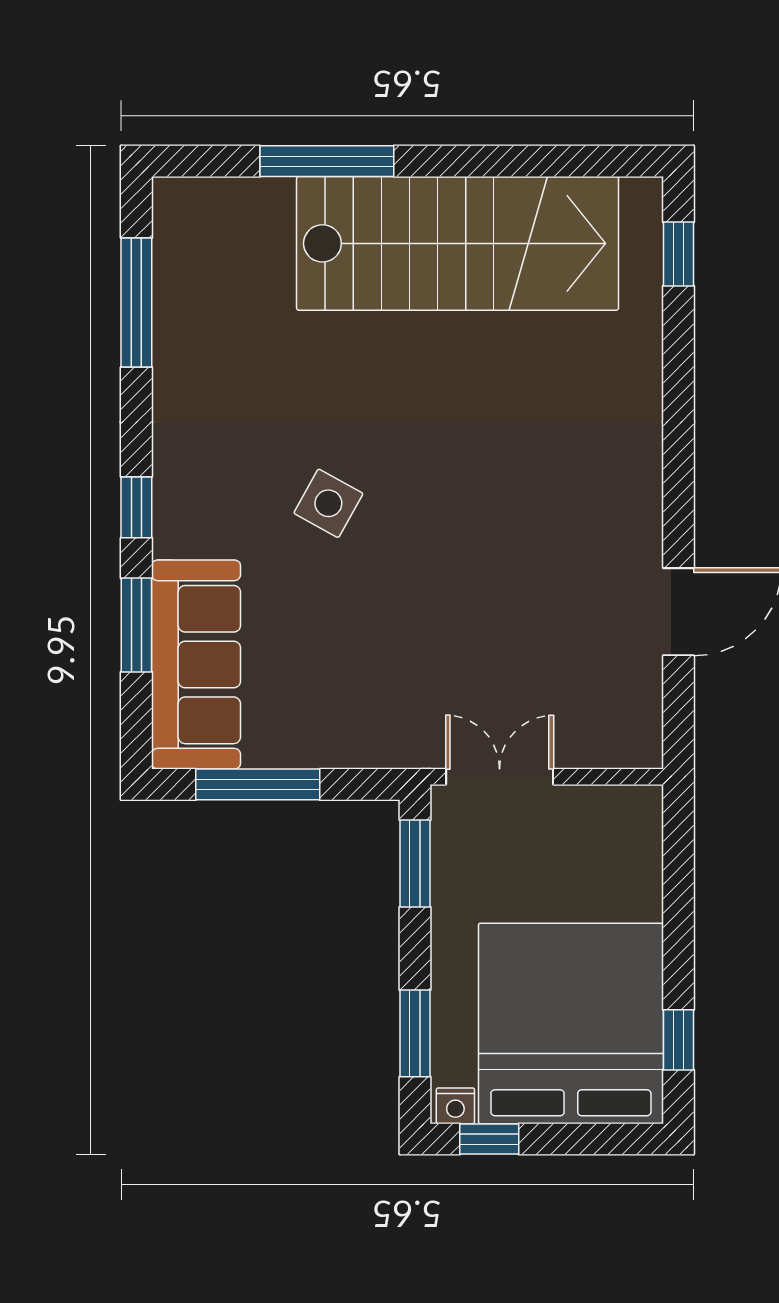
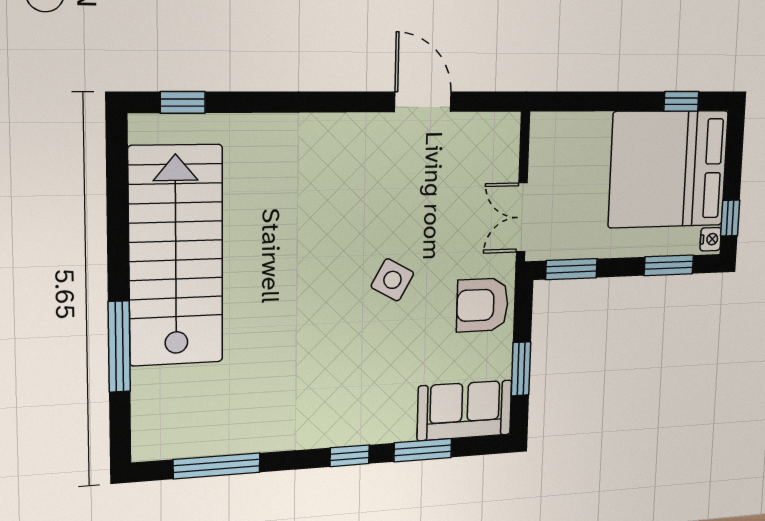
side table: (328, 503) -> (392, 280), moved
sofa: (196, 665) -> (465, 410), width x0.73
armchair: (364, 716) -> (482, 305), added
window: (258, 784) -> (521, 369), width x0.69

